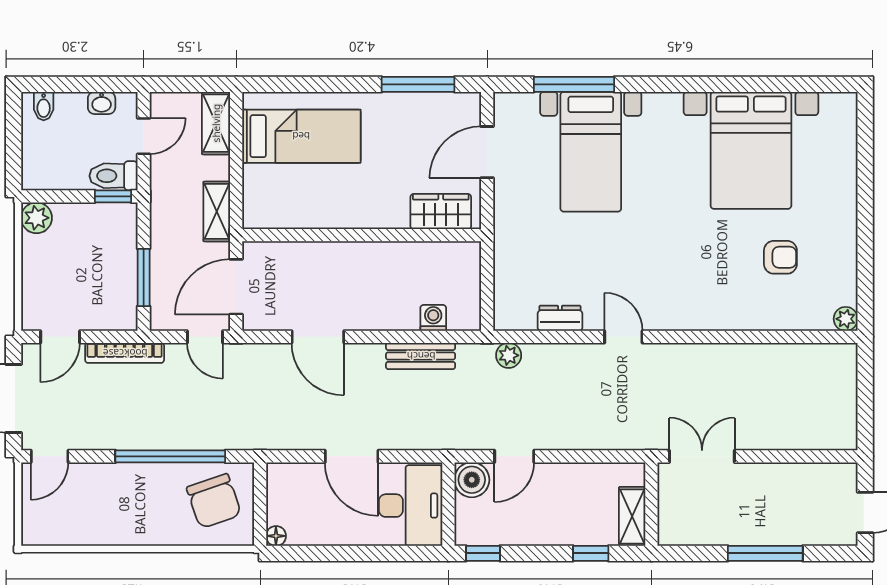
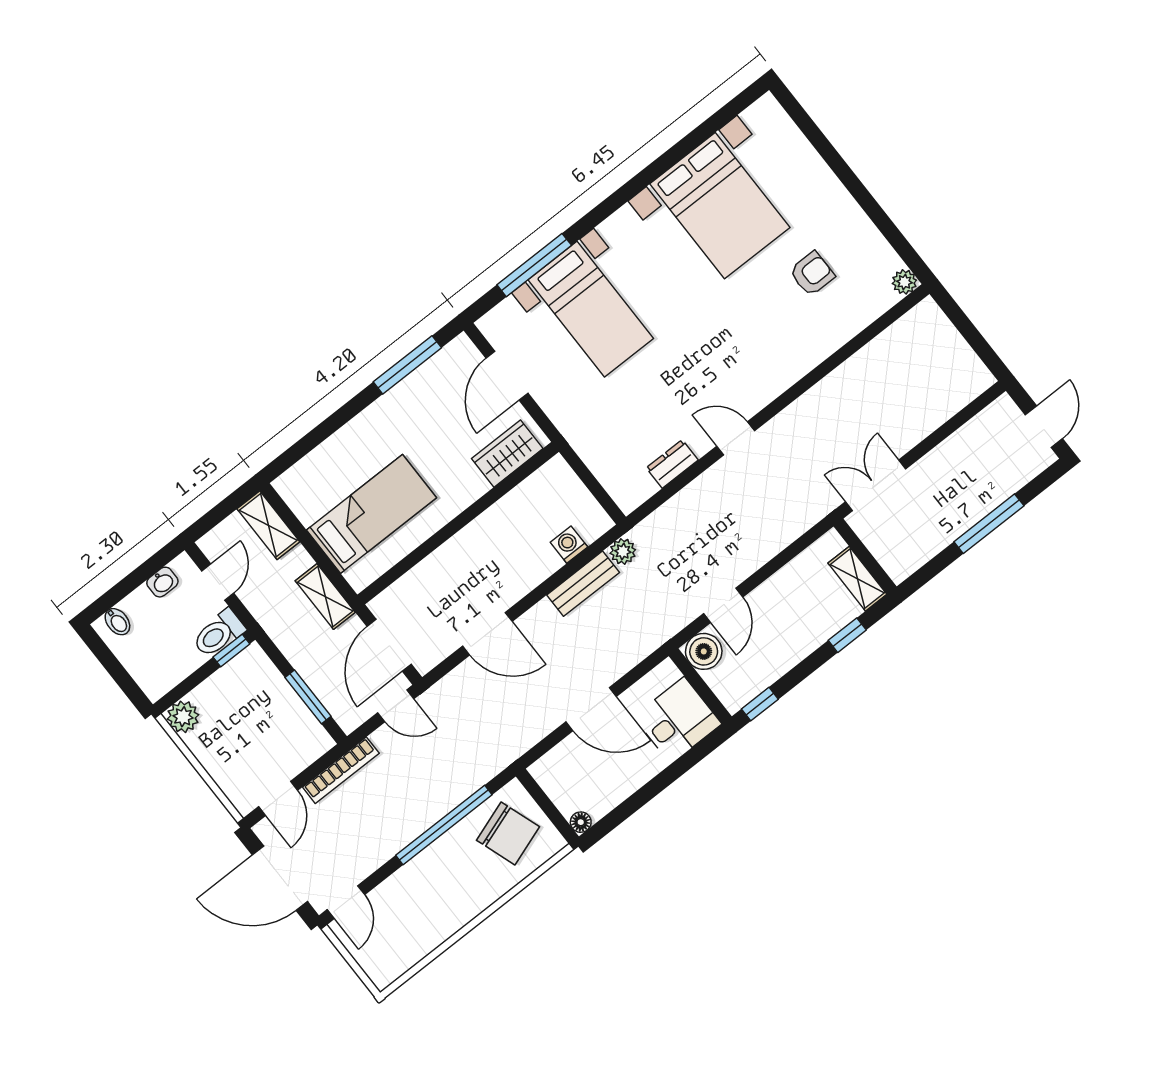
bed: (301, 136) -> (372, 514), moved
plant: (509, 355) -> (623, 552), moved
desk: (411, 506) -> (678, 720), width x0.73

